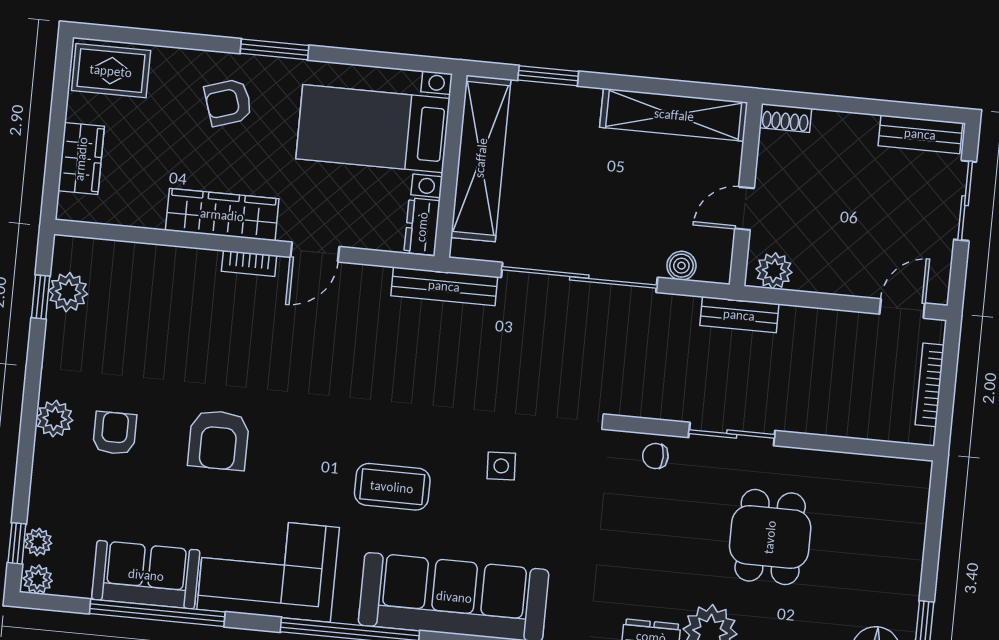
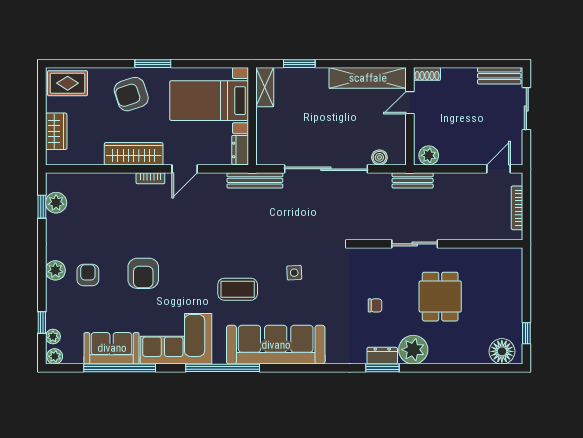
armchair: (228, 102) -> (131, 94), width x1.38, depth x1.38
shelving: (481, 158) -> (265, 87), width x0.45, depth x0.75
door: (744, 208) -> (410, 103), moved
chair: (655, 456) -> (375, 305), moved, turned 180
window: (17, 543) -> (42, 322), moved

